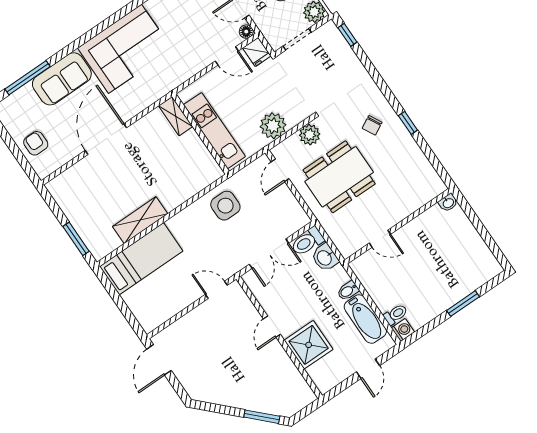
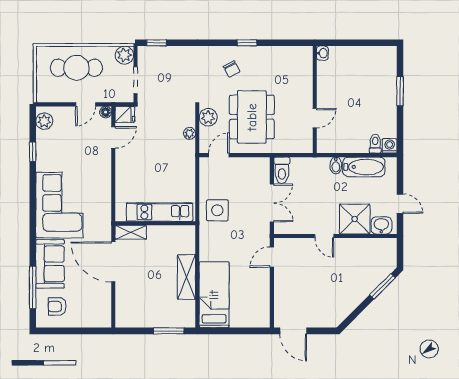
shelving: (176, 116) -> (131, 232), moved
plant: (273, 126) -> (189, 133), width x0.53, depth x0.53
kitchen unit: (214, 131) -> (160, 212), moved
wall: (201, 134) -> (155, 223), moved
armchair: (36, 143) -> (57, 306), moved
door: (280, 170) -> (219, 155), swing flipped
washbasin: (325, 258) -> (381, 225), moved, turned 180
door: (368, 369) -> (400, 204), moved

